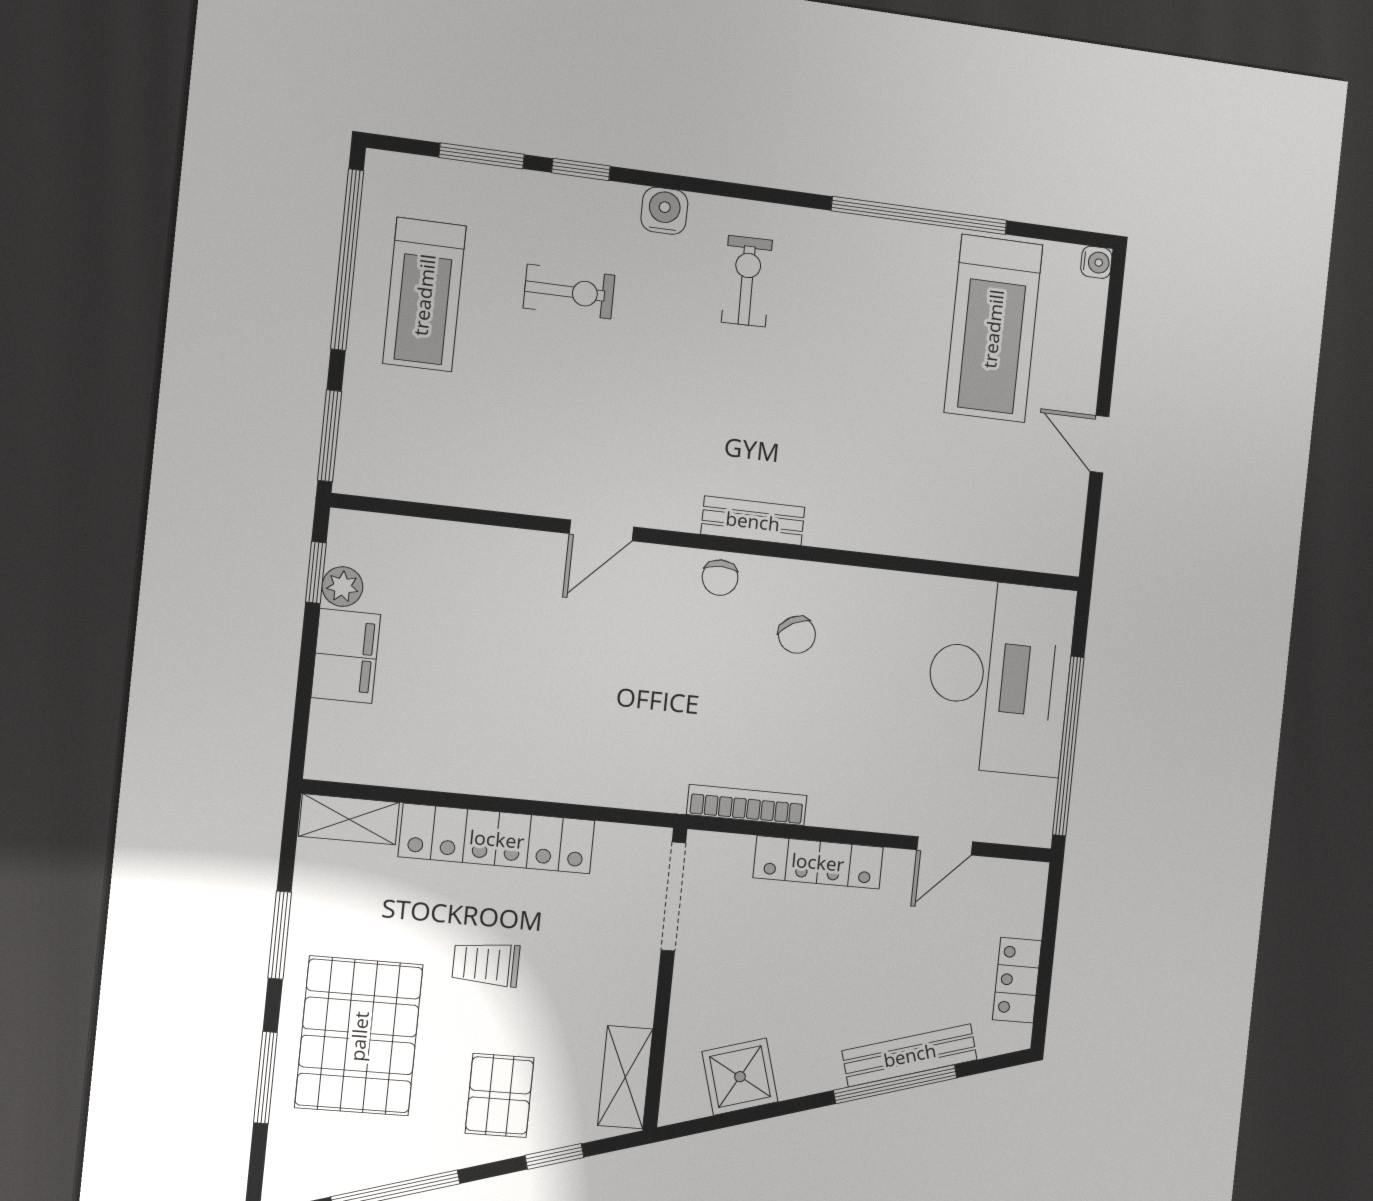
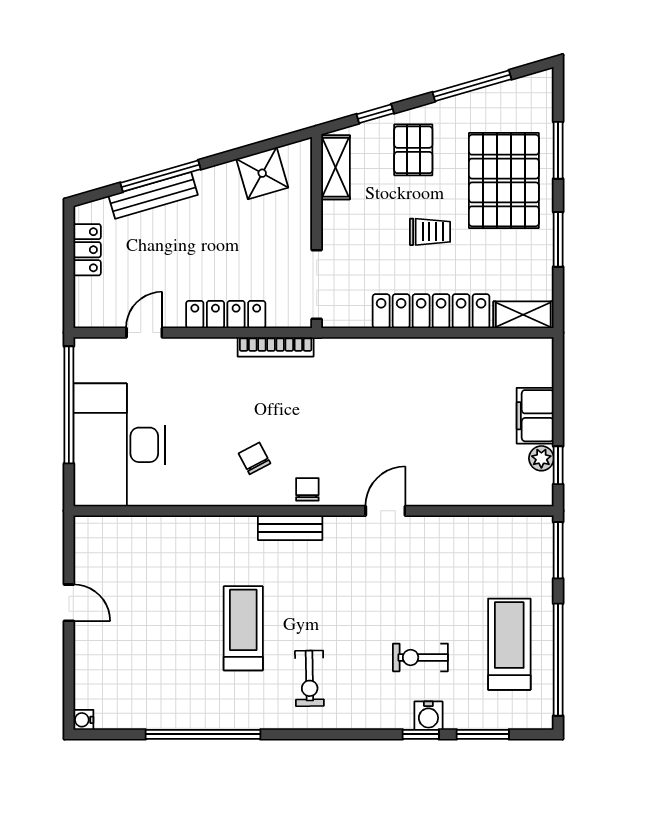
water cooler: (664, 211) -> (428, 716), moved
treadmill: (993, 329) -> (243, 628), moved, width x0.73, depth x0.73

